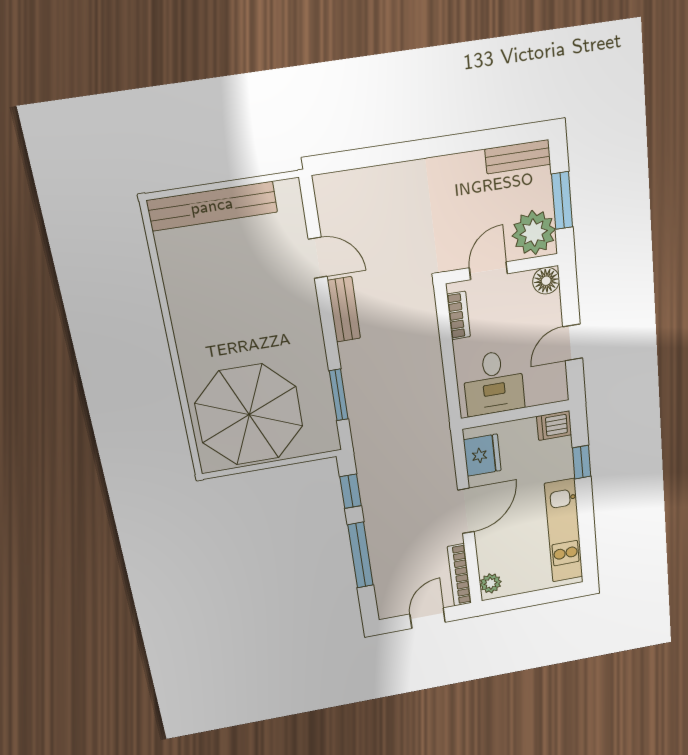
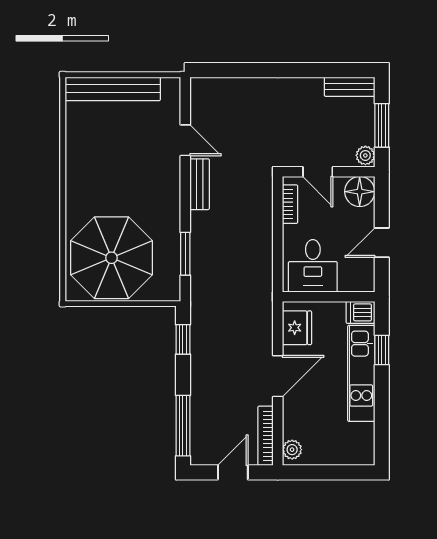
plant: (534, 233) -> (365, 155), width x0.53, depth x0.53
door: (488, 271) -> (318, 172), swing flipped
floor lamp: (546, 281) -> (360, 192), width x1.38, depth x1.38
kitchen unit: (564, 531) -> (361, 373), moved
window: (361, 555) -> (183, 426), moved

